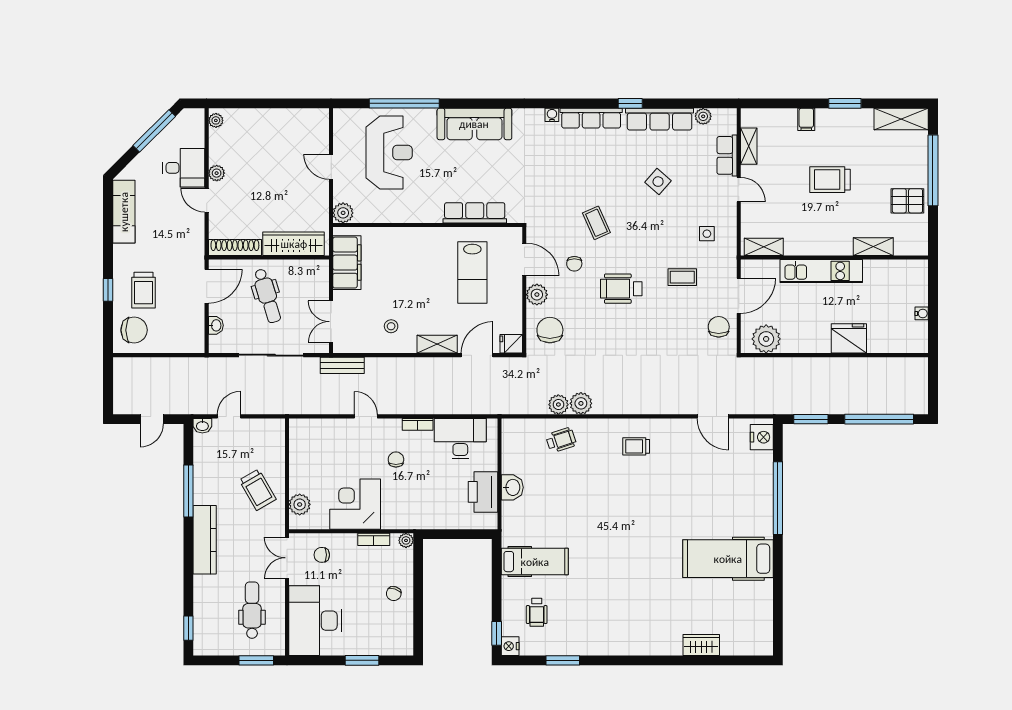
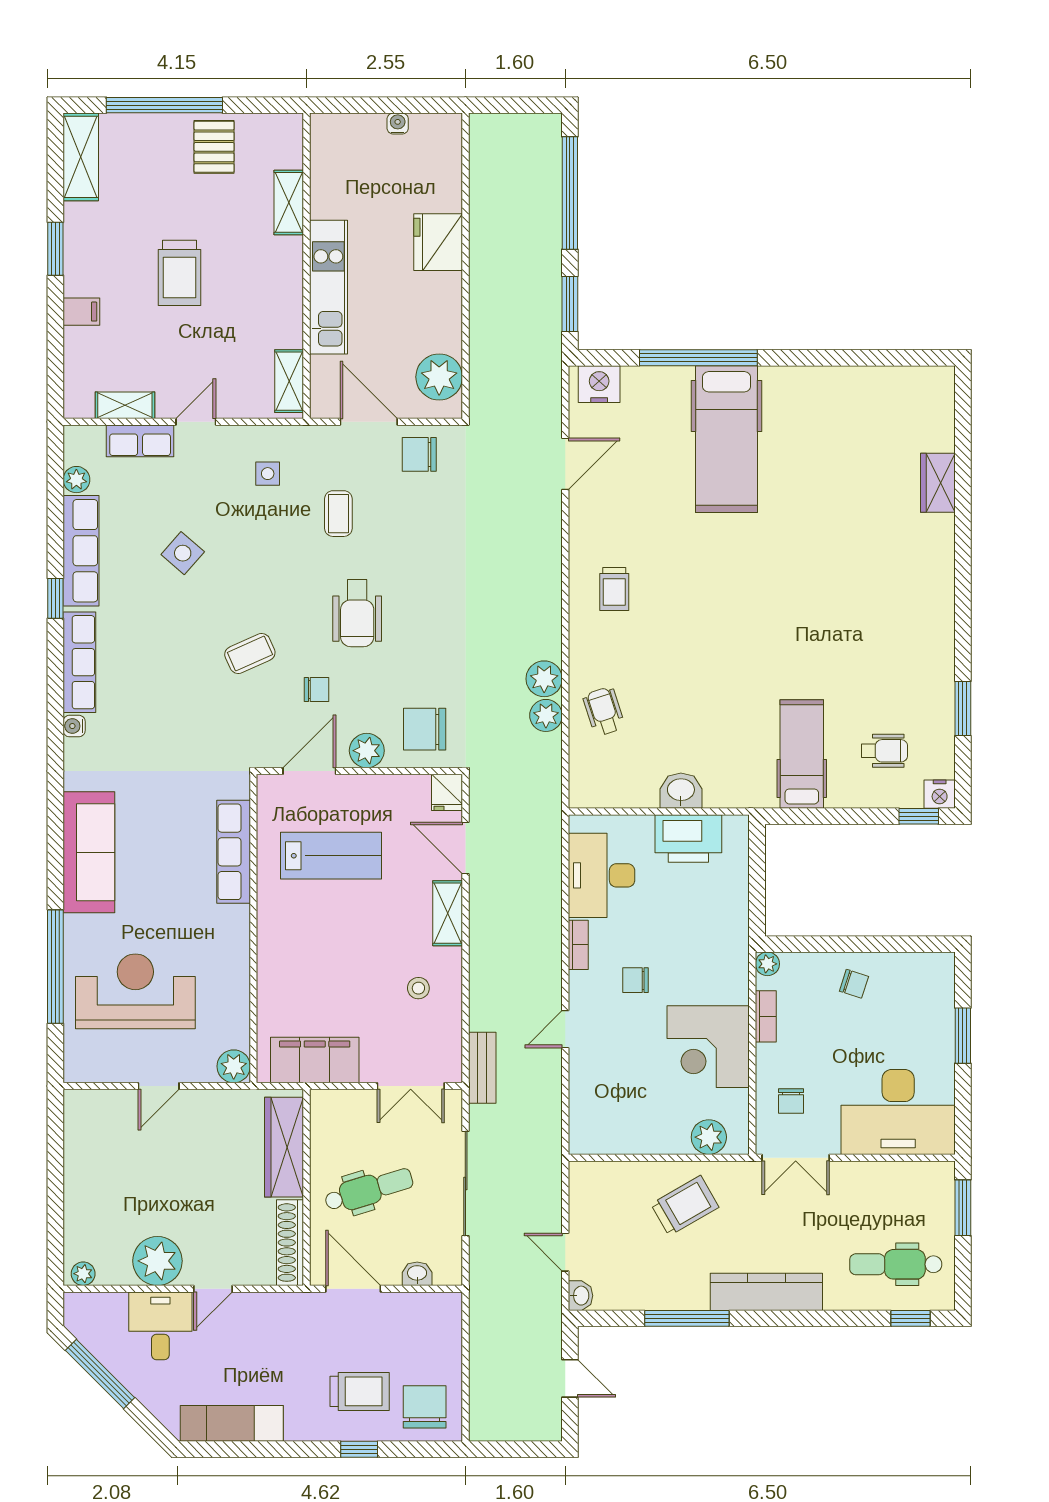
plant: (217, 173) -> (157, 1261), width x1.88, depth x1.88
hospital bed: (728, 559) -> (726, 439), moved
dental chair: (252, 610) -> (896, 1264), moved

